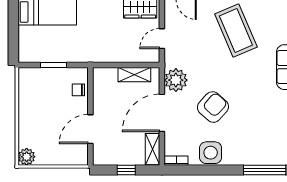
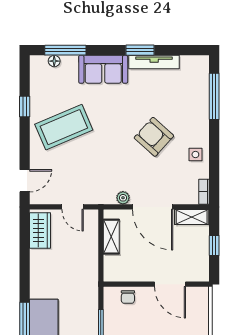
plant: (176, 80) -> (123, 198), width x0.53, depth x0.53
armchair: (213, 107) -> (154, 137), moved
side table: (211, 153) -> (195, 154), width x0.54, depth x0.54

